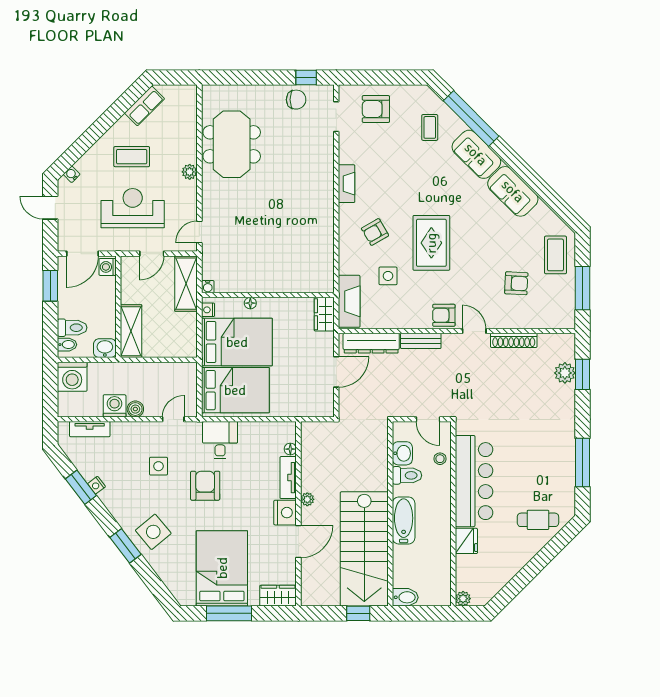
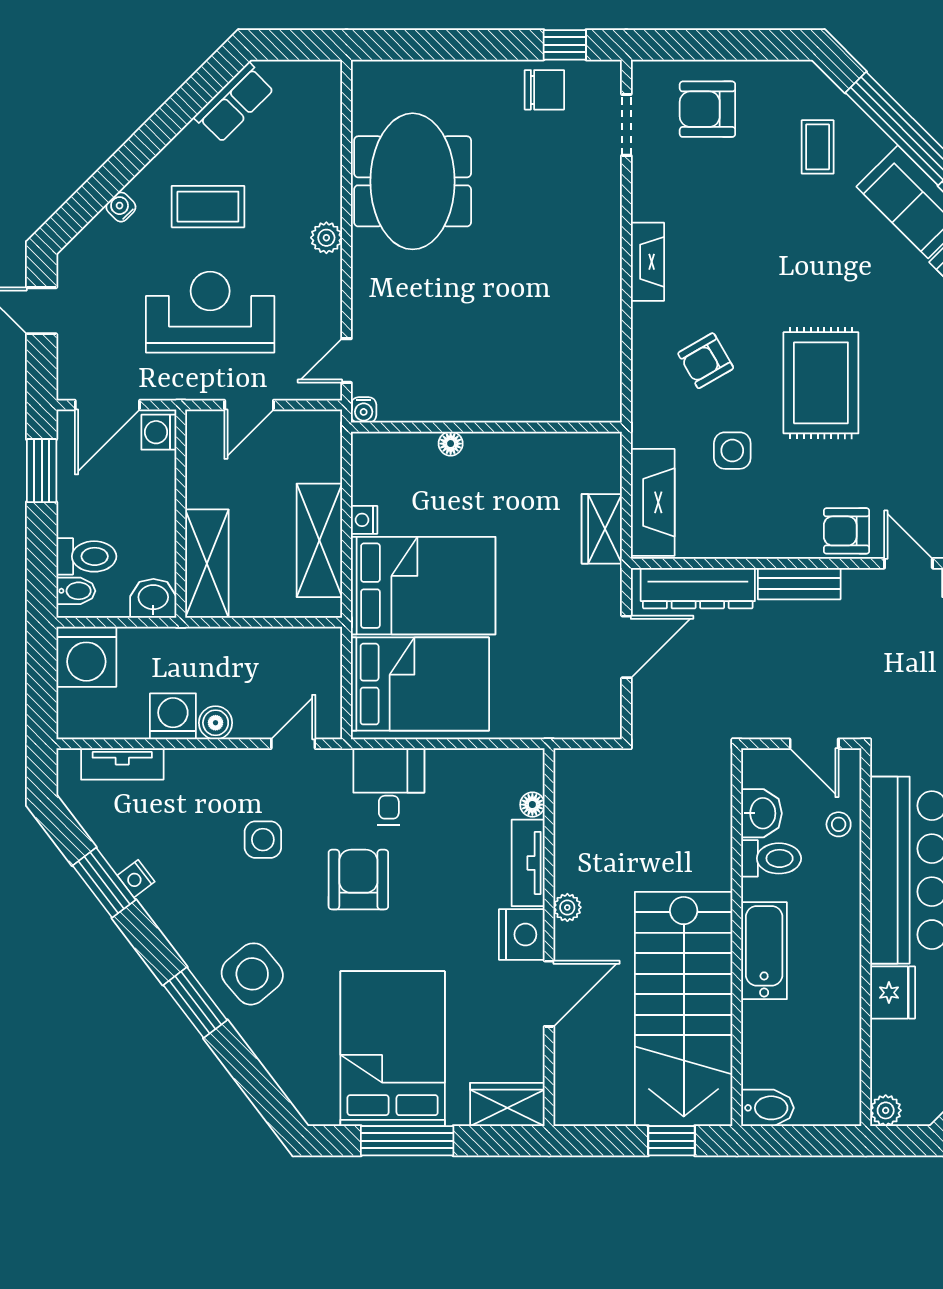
water cooler: (72, 174) -> (121, 207), moved
shelving: (186, 284) -> (319, 540), moved
water cooler: (208, 287) -> (364, 410), moved
wall: (268, 295) -> (486, 427), moved
floor lamp: (250, 303) -> (451, 444), moved

